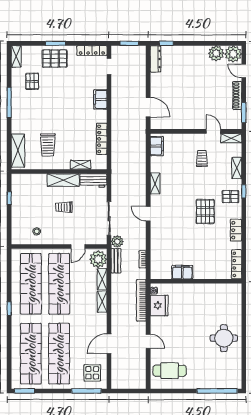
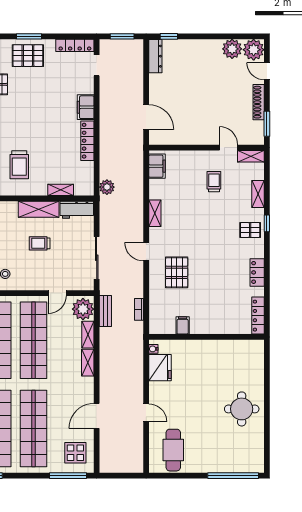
locker: (102, 139) -> (87, 141), moved
pallet: (205, 212) -> (177, 272), moved
plant: (117, 241) -> (107, 187), moved
filing cabinet: (182, 272) -> (183, 325), width x0.50
bookcase: (141, 300) -> (137, 361), removed
cafe table: (170, 371) -> (173, 450), turned 90

